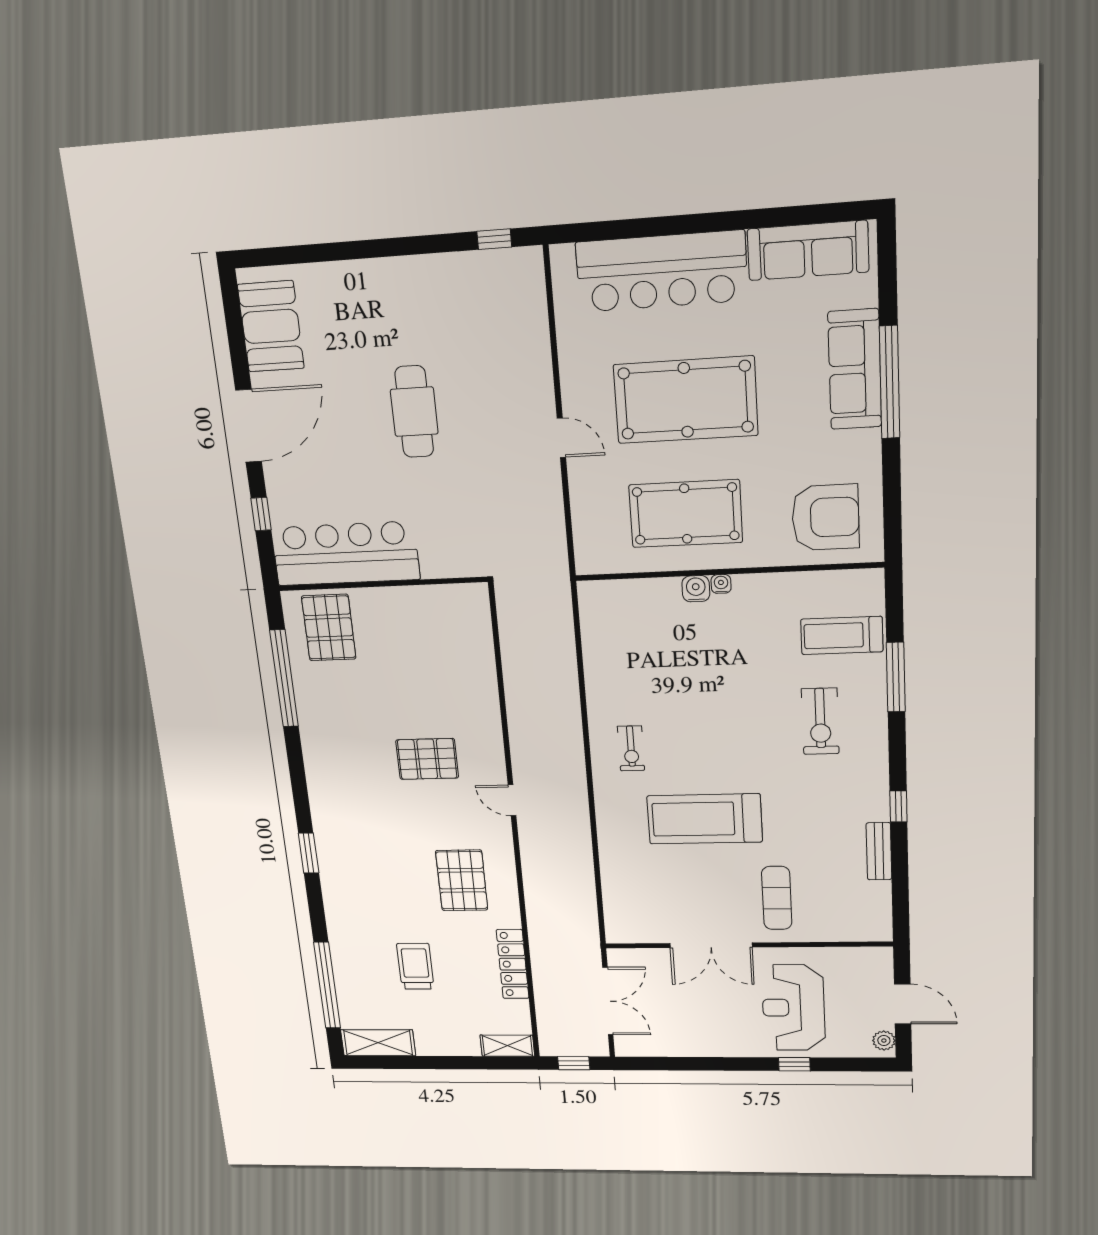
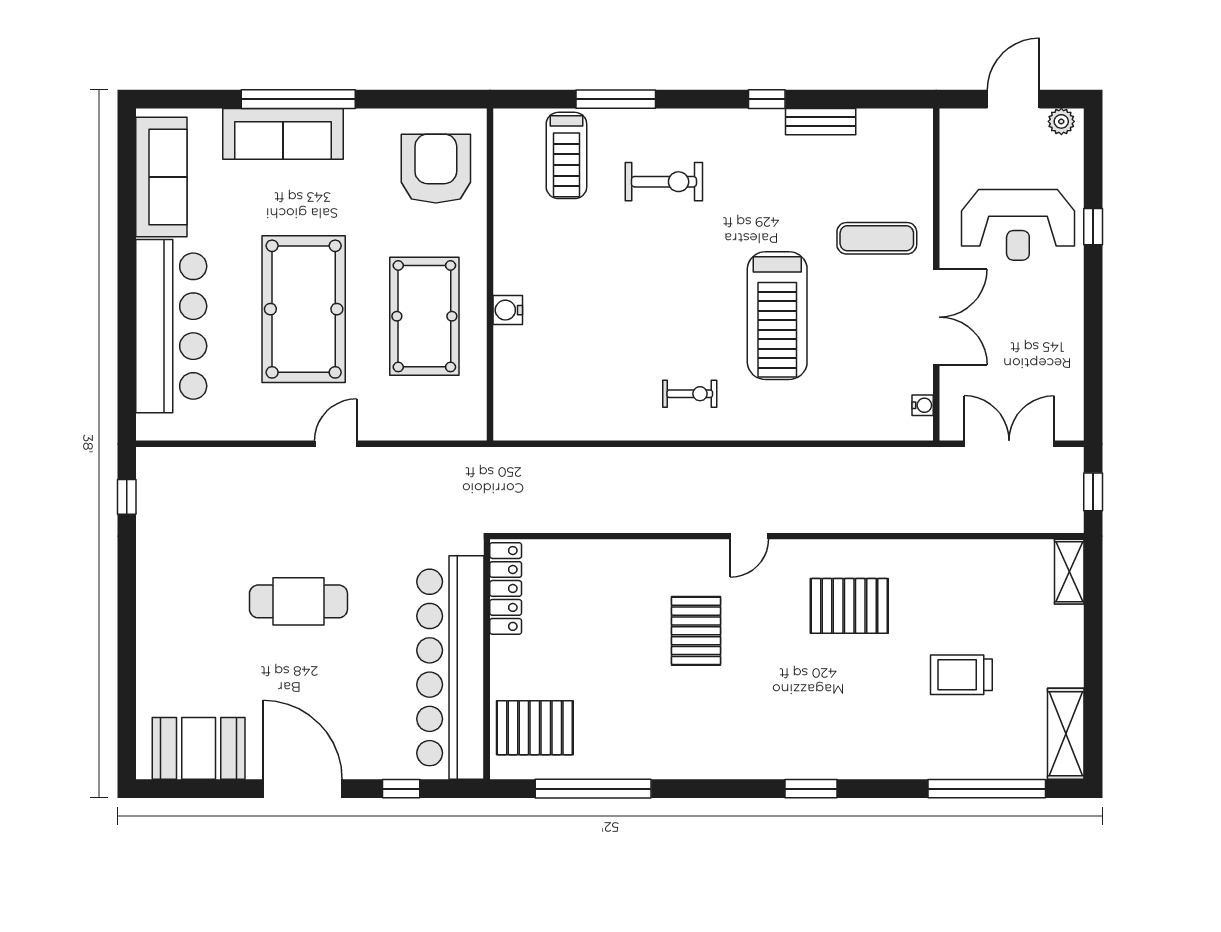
bar counter: (346, 554) -> (450, 667), width x1.36
water cooler: (721, 584) -> (923, 405), moved, turned 180
locker: (513, 964) -> (506, 588), moved, turned -90

